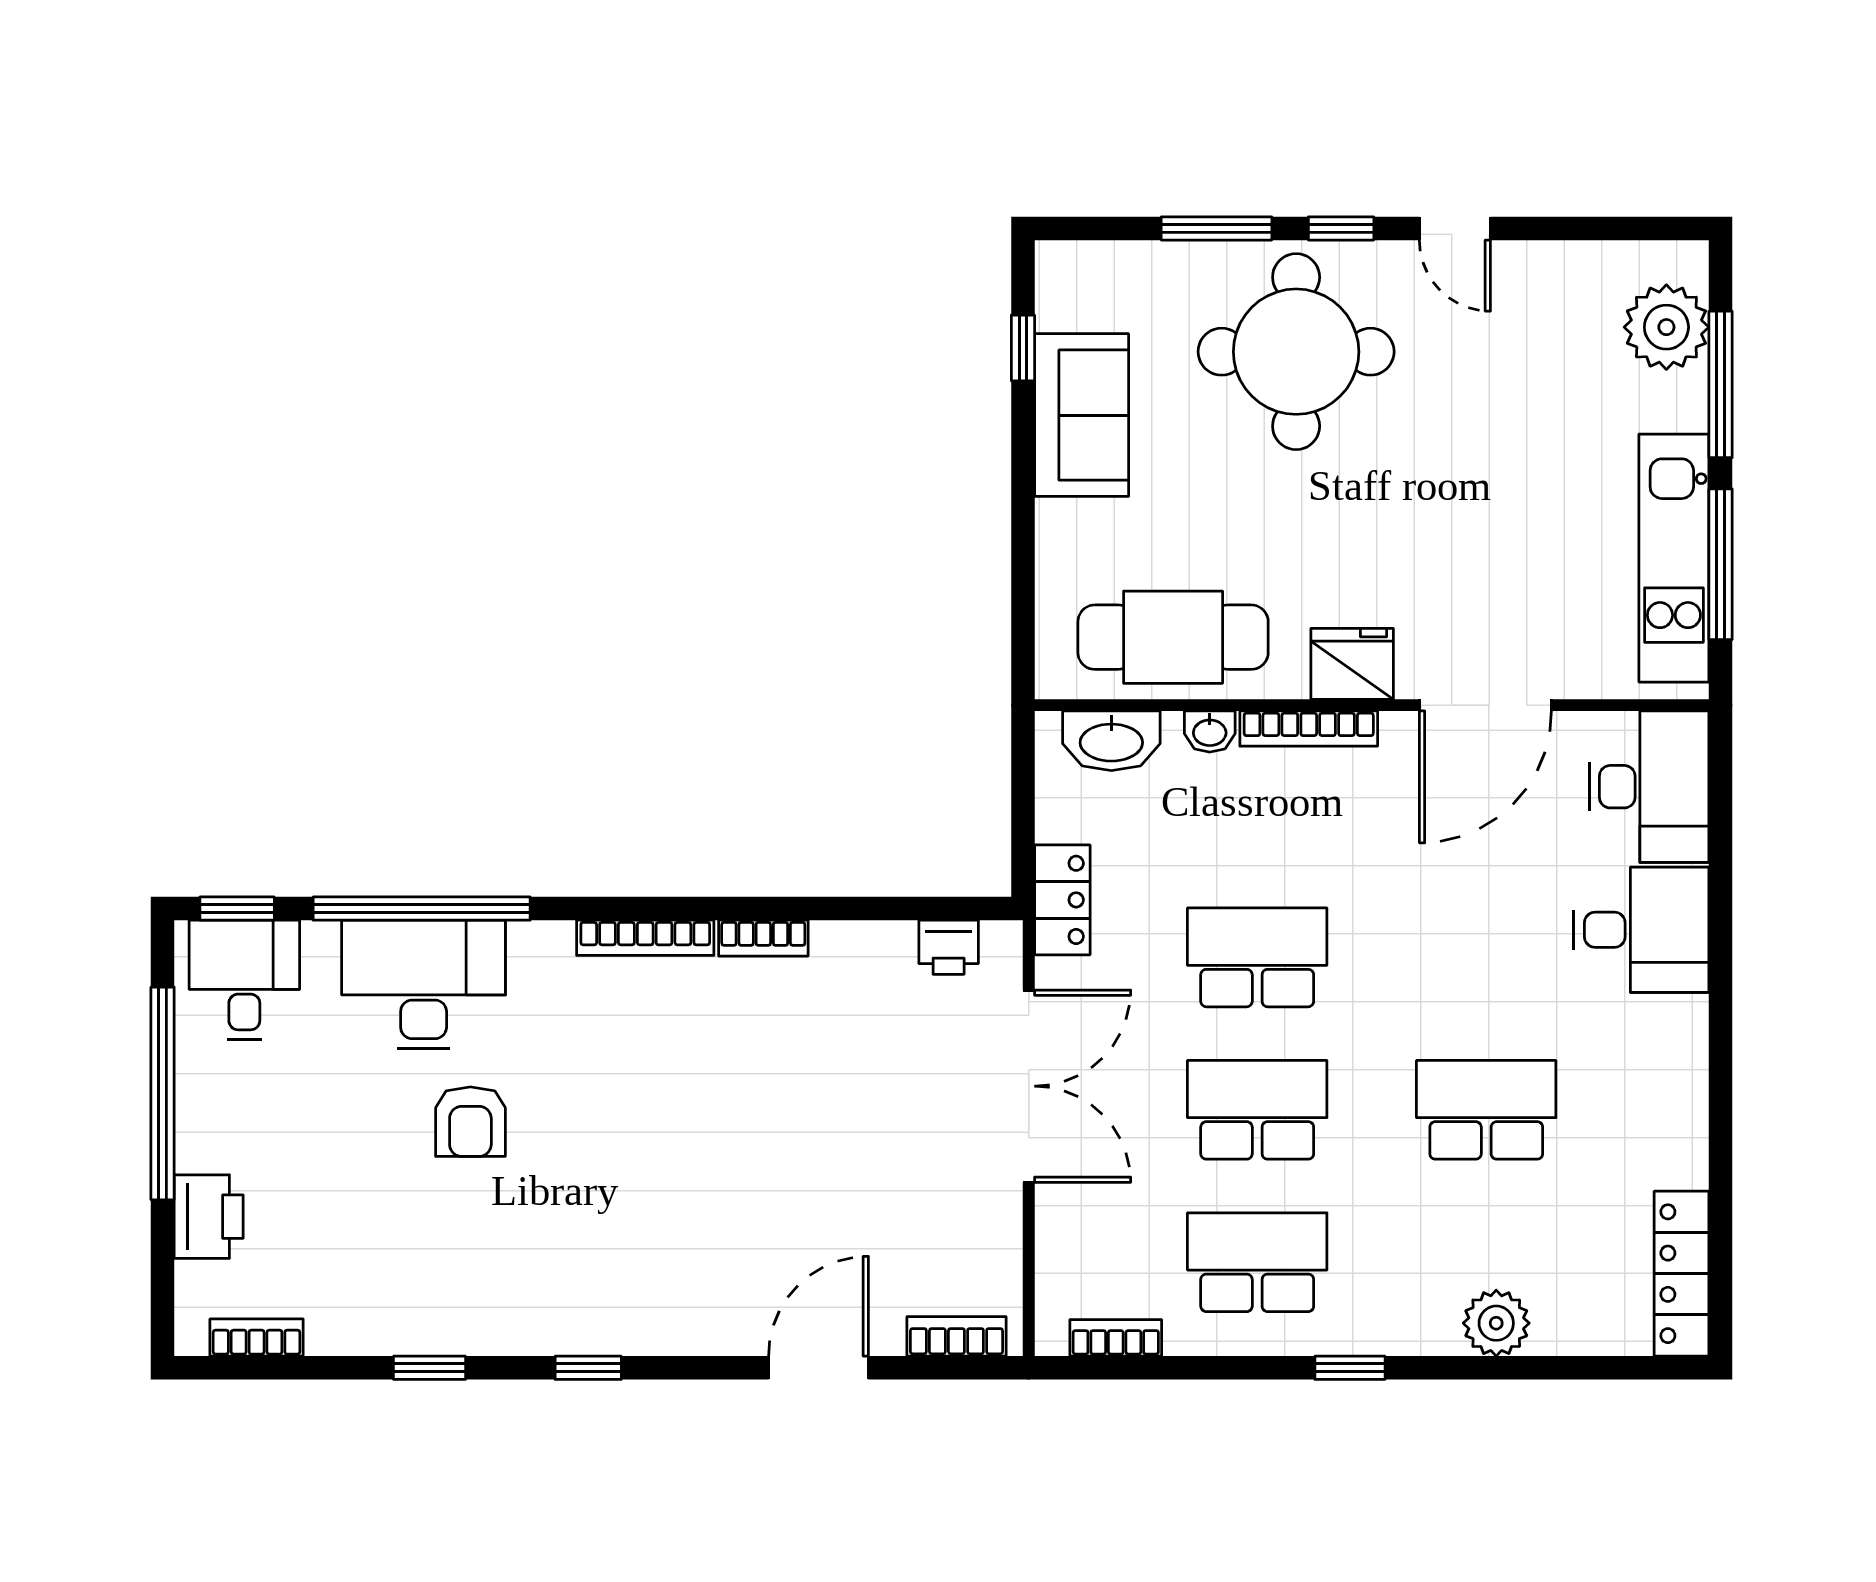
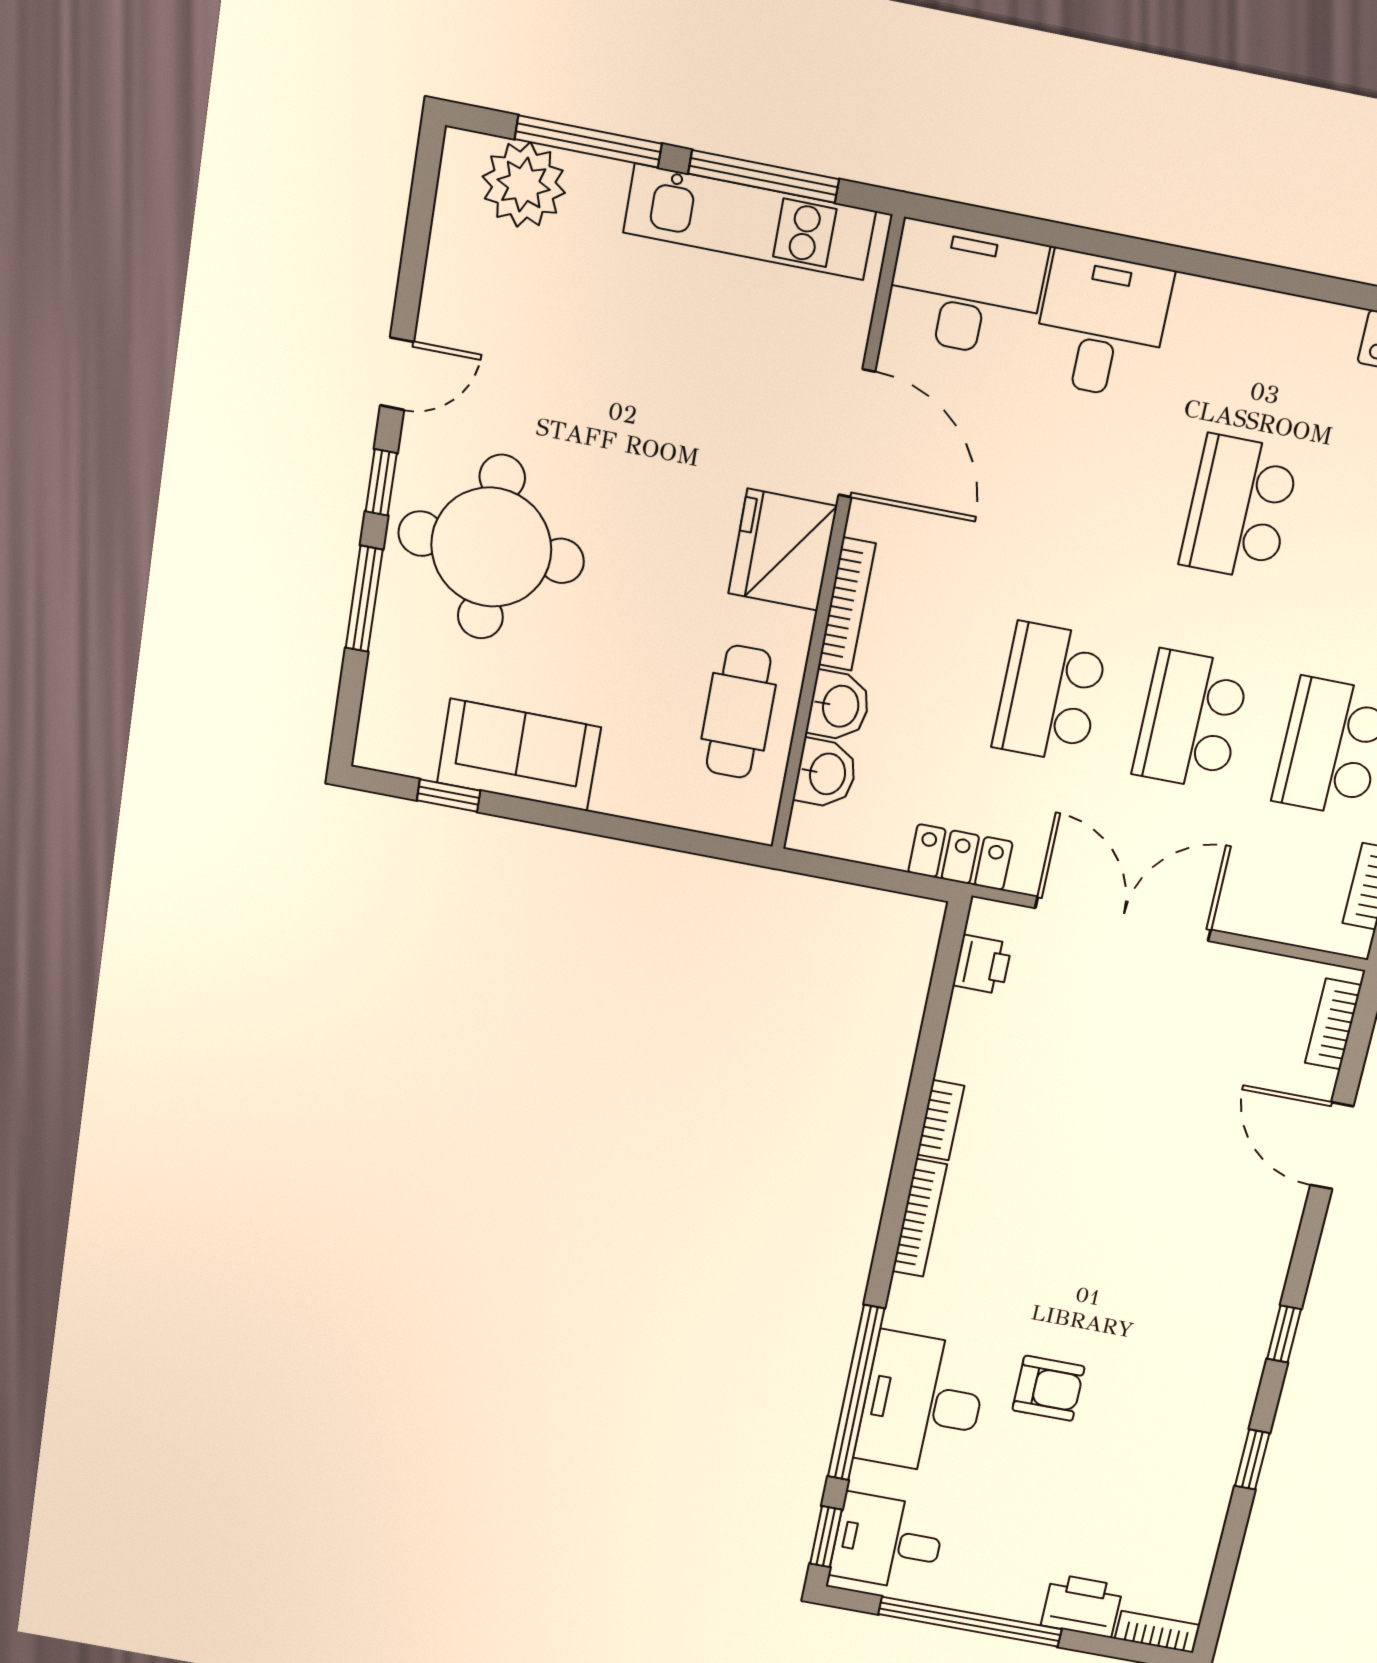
cafe table: (1173, 637) -> (739, 712), width x0.73, depth x0.74
fridge: (1352, 664) -> (783, 550), width x1.36, depth x1.34
washbasin: (1210, 732) -> (839, 706), width x1.38, depth x1.45
washbasin: (1111, 741) -> (826, 774), width x0.72
bookcase: (257, 1338) -> (1157, 1632), moved, turned 90

